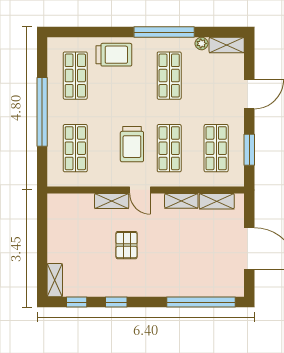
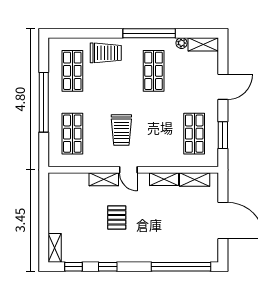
shop shelf: (169, 148) -> (154, 134), removed

